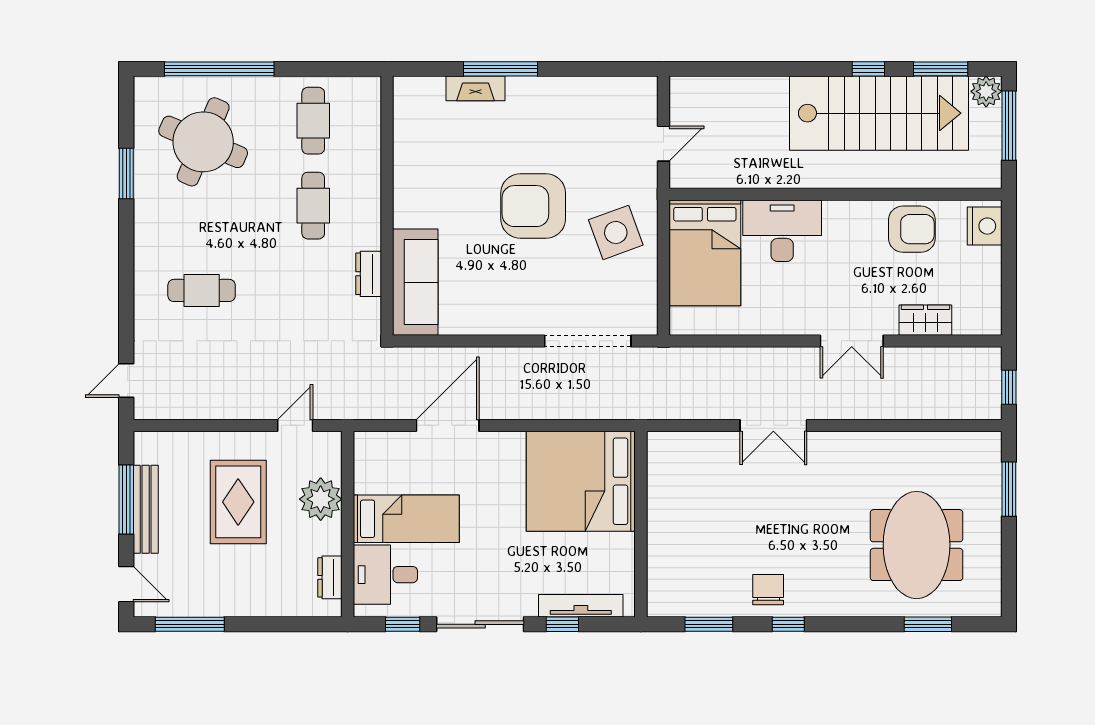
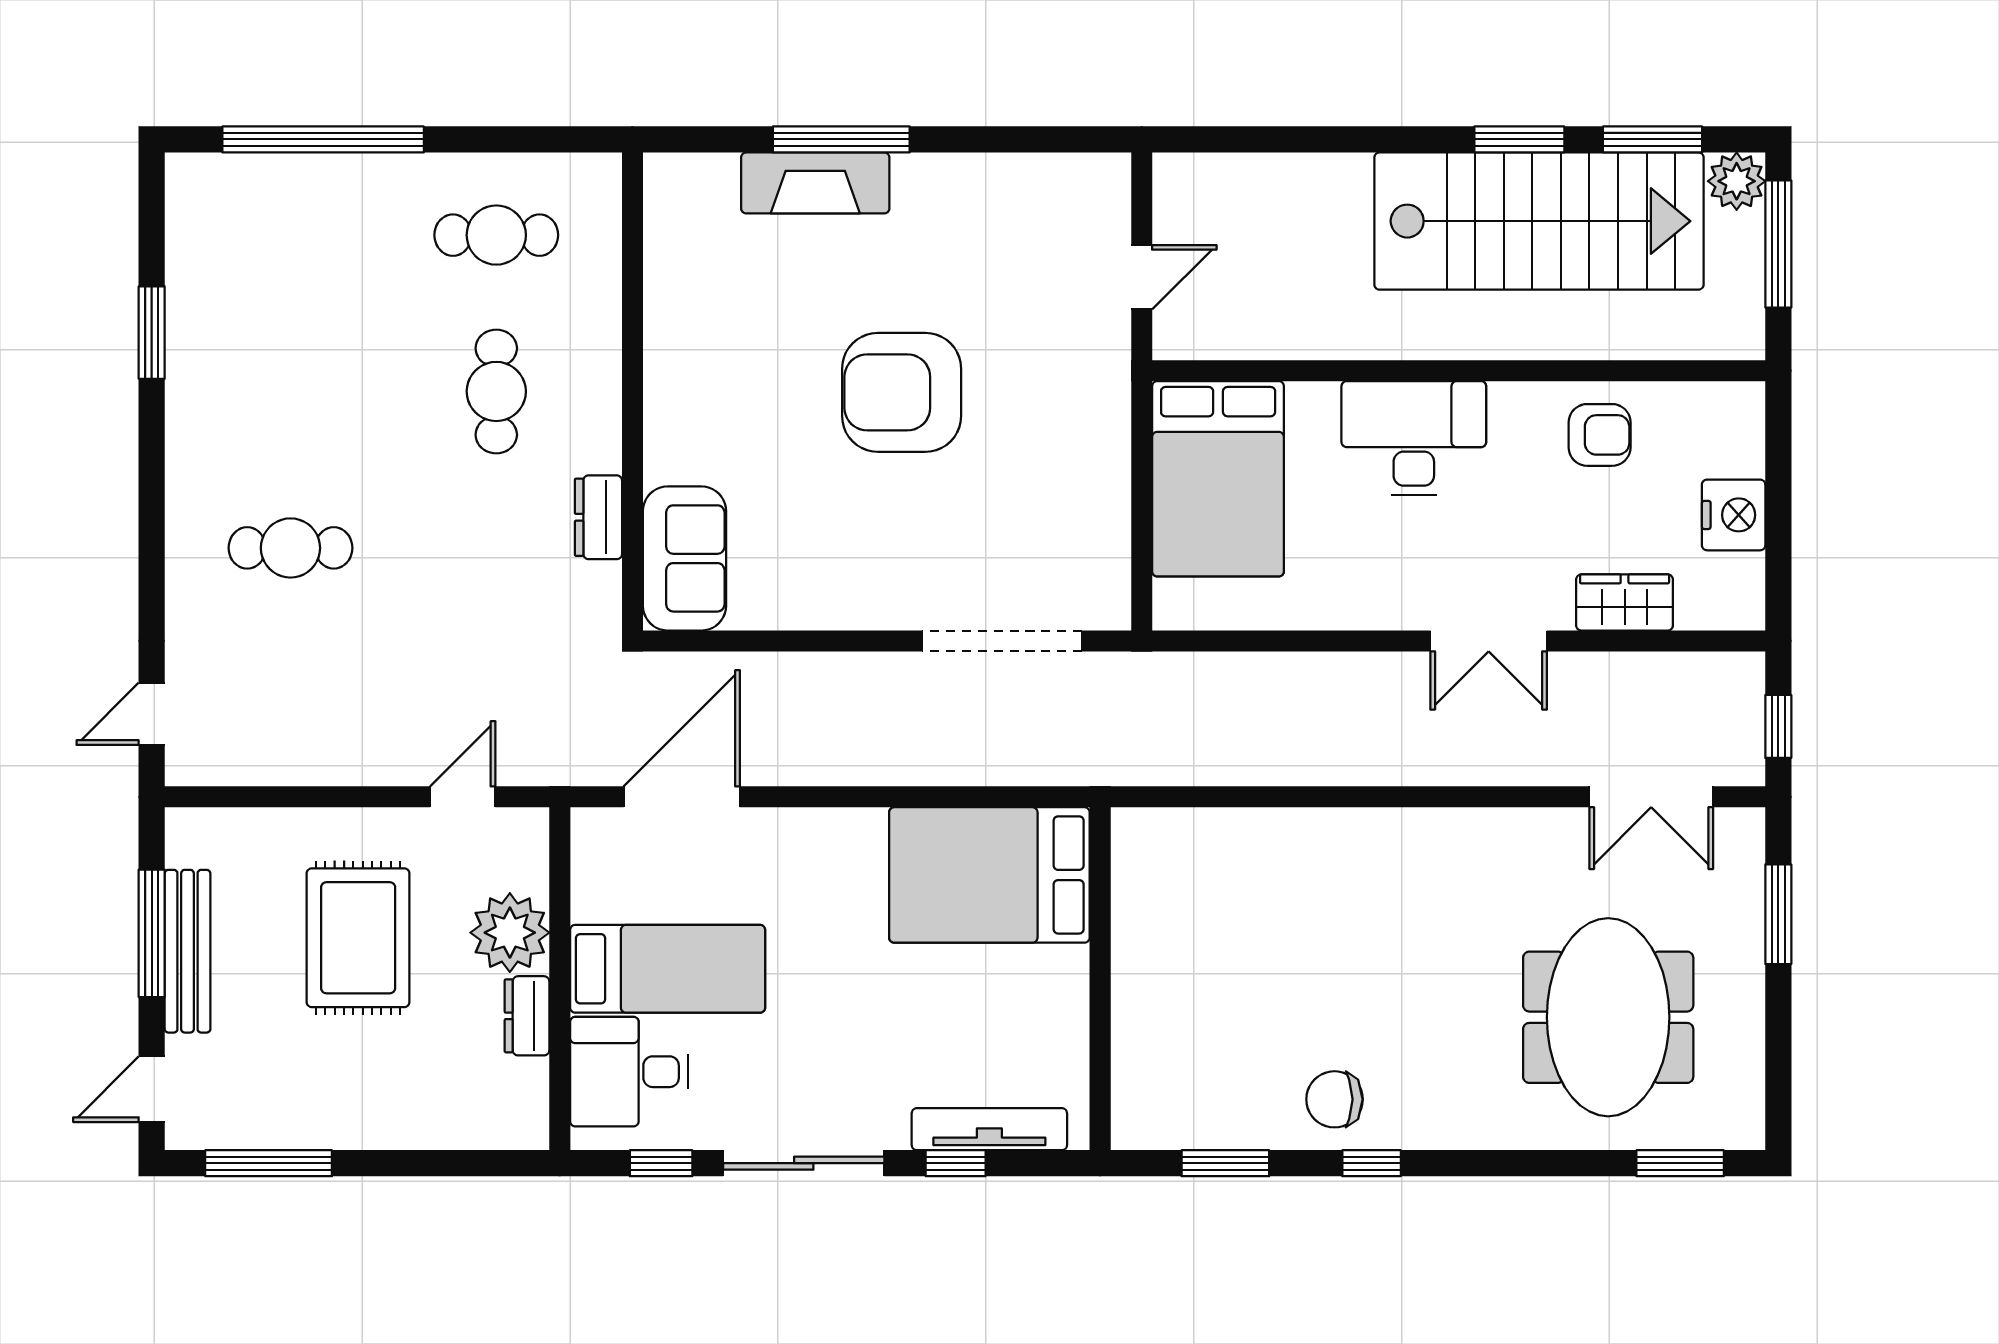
window: (868, 69) -> (1519, 139), width x1.50
fireplace: (475, 88) -> (815, 183), width x1.37, depth x1.32
cafe table: (313, 121) -> (496, 235), turned 90
round table: (203, 142) -> (293, 274), removed
nightstand: (985, 226) -> (1734, 515), moved
armchair: (912, 229) -> (1600, 435), width x0.72, depth x0.72
desk: (782, 231) -> (1414, 438), moved
side table: (616, 232) -> (1054, 441), removed
sofa: (415, 282) -> (685, 558), width x0.73
door: (448, 425) -> (682, 797), moved
double door: (773, 425) -> (1651, 797), moved
bed: (581, 481) -> (989, 875), width x0.73
dresser: (330, 577) -> (527, 1016), moved
door: (126, 584) -> (152, 1089), swing flipped
chair: (768, 590) -> (1335, 1099), turned -90
window: (928, 624) -> (1680, 1163), moved

